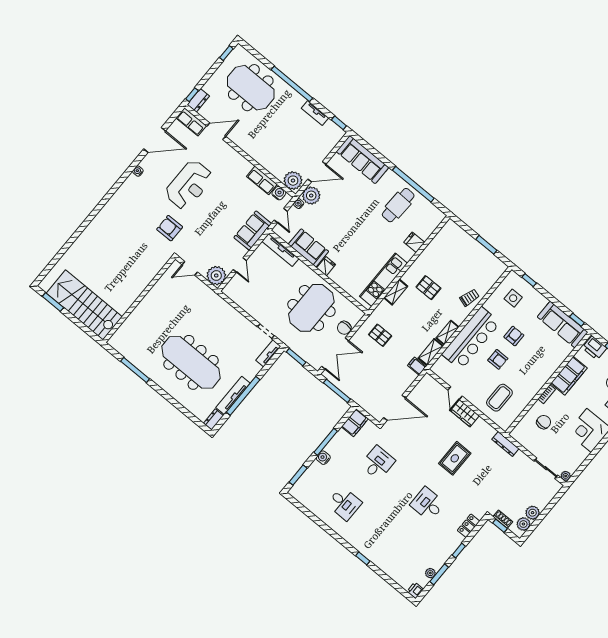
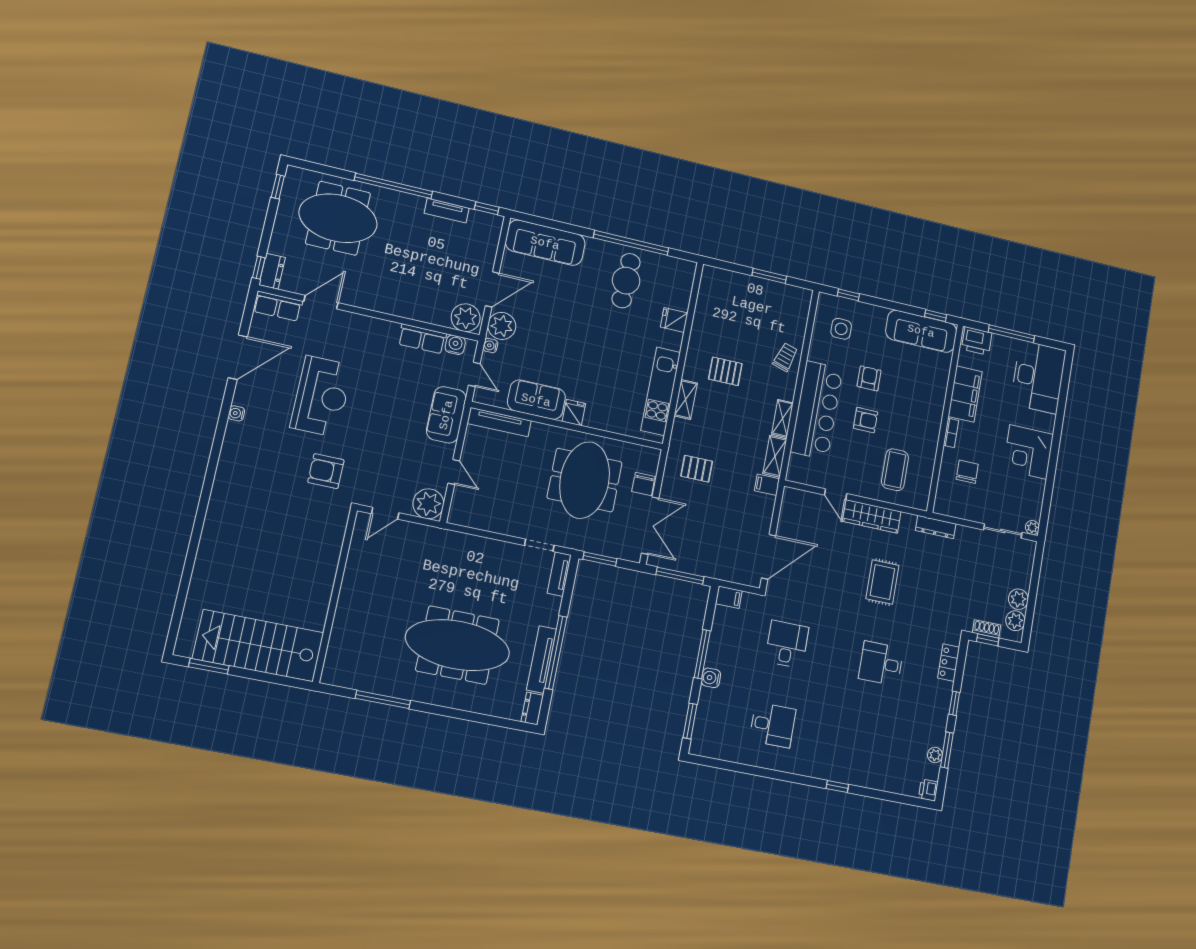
wardrobe: (465, 413) -> (872, 516), width x1.50
filing cabinet: (355, 423) -> (729, 597), width x0.50

